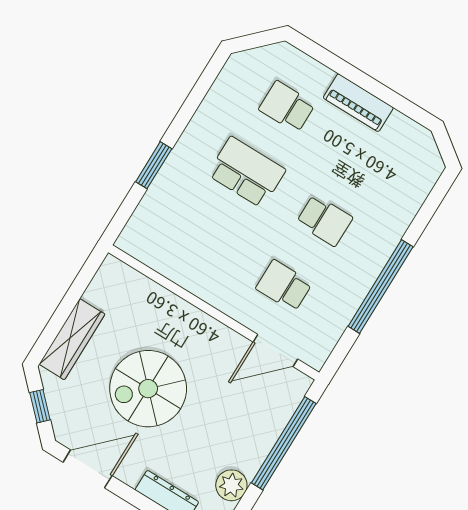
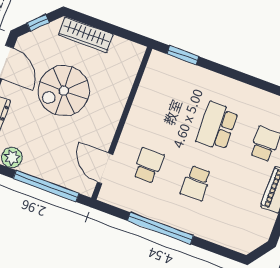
window: (154, 165) -> (183, 55), moved
school desk: (246, 172) -> (217, 126), turned 180
spiral stairs: (148, 389) -> (64, 91), turned -90

